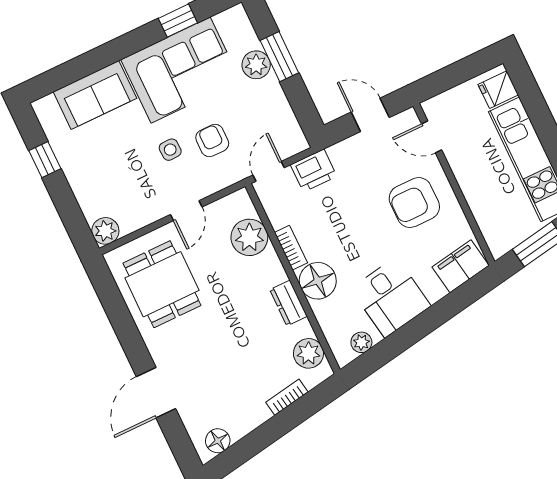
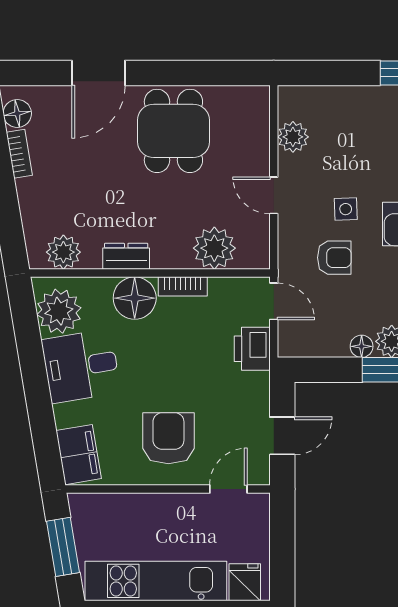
floor lamp: (271, 86) -> (362, 346), added
plant: (105, 231) -> (293, 137), moved
dining table: (162, 284) -> (173, 131), moved, turned 90
plant: (361, 342) -> (59, 311), width x1.88, depth x1.88
door: (156, 393) -> (98, 73), swing flipped
bookcase: (287, 397) -> (19, 154), moved

